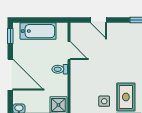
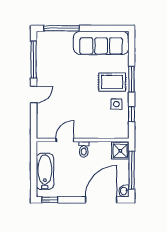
door: (98, 20) -> (34, 95), moved
door: (10, 75) -> (101, 200), moved

